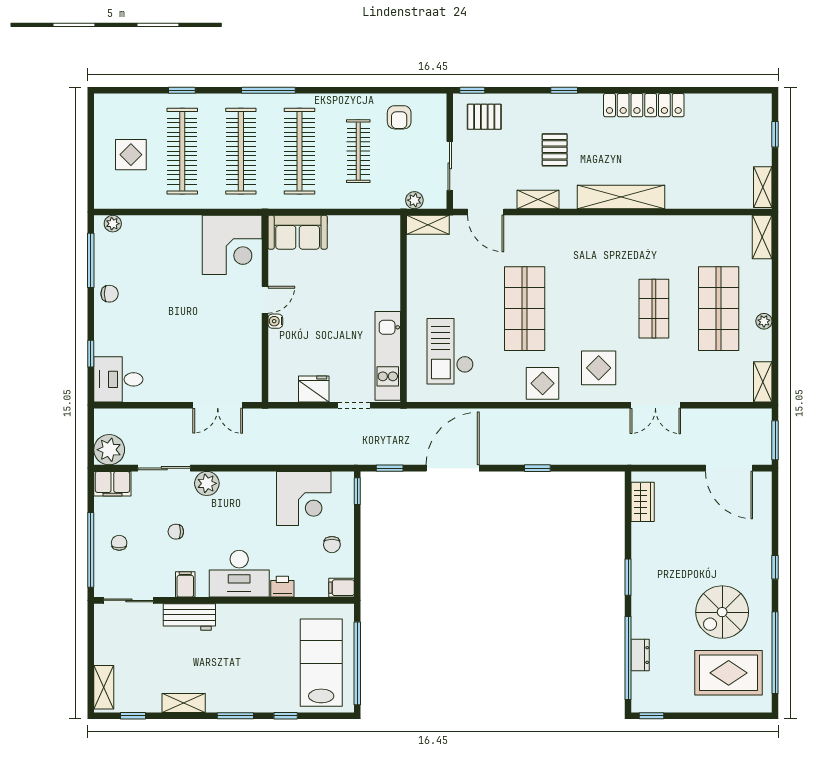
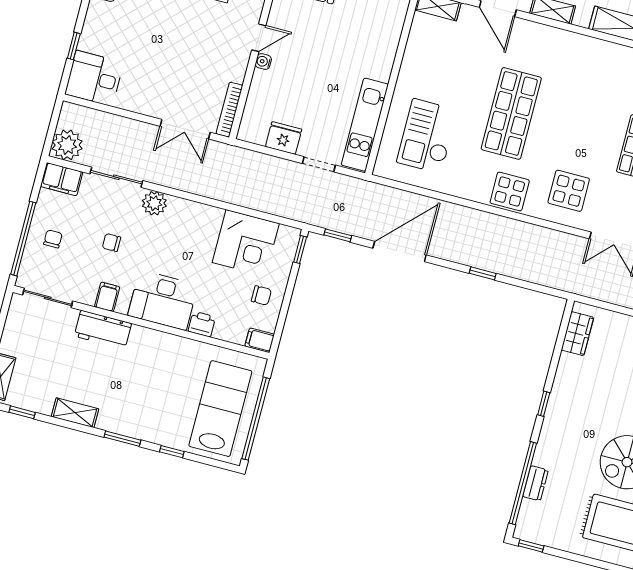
bookcase: (255, 375) -> (229, 110), added
chair: (332, 545) -> (261, 295), turned -90
window: (628, 577) -> (544, 404), width x0.67

